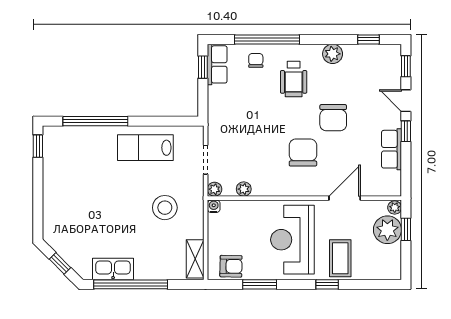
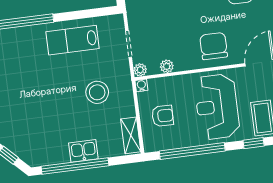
chair: (303, 153) -> (214, 46), moved
armchair: (231, 266) -> (163, 116), moved
kitchen sink: (113, 269) -> (83, 151), moved, width x0.73
window: (260, 284) -> (192, 151), width x2.11

